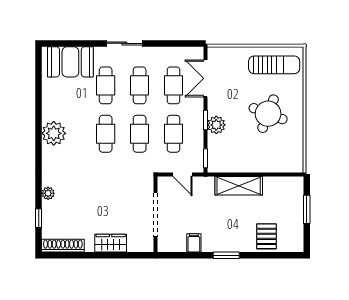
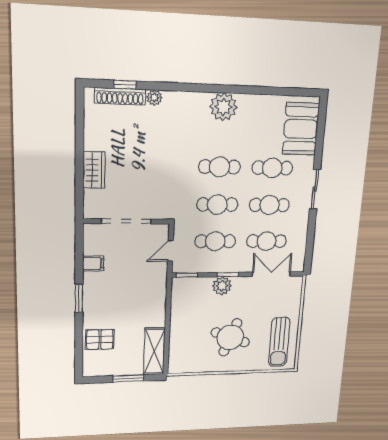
shelving: (239, 186) -> (154, 351), moved
shoe rack: (63, 246) -> (120, 96), moved, turned 90

